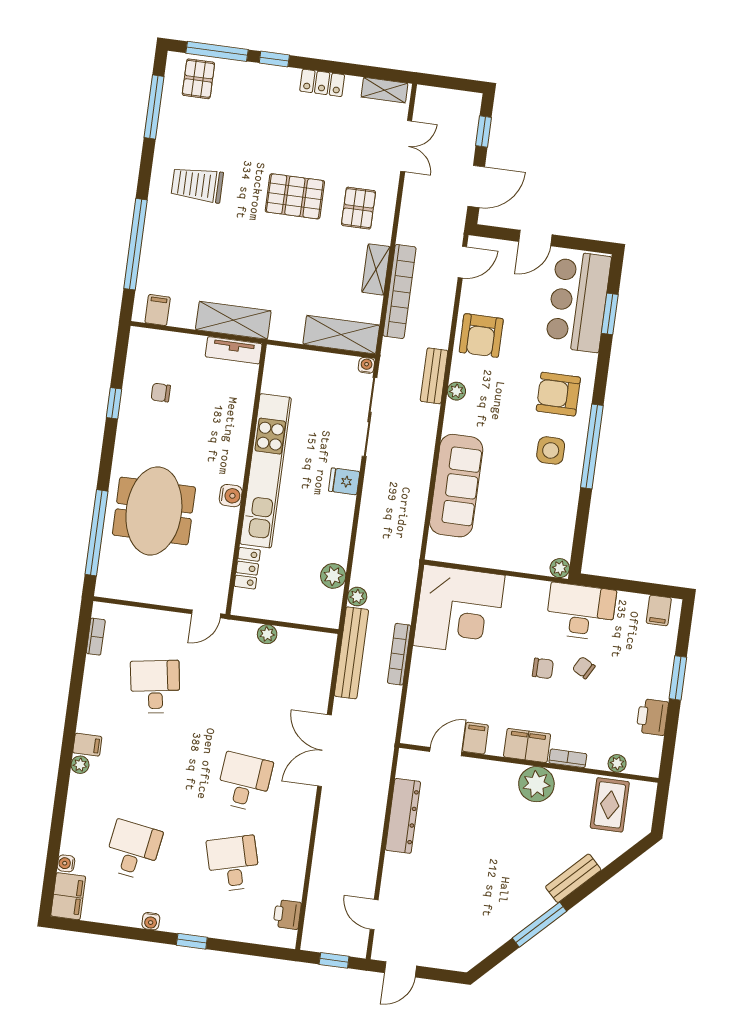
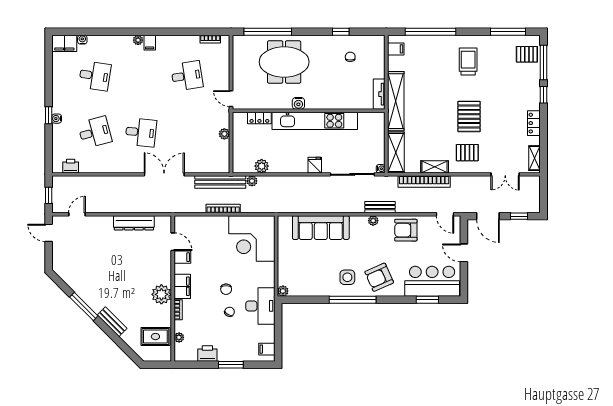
shelving: (233, 320) -> (396, 101), width x1.47
armchair: (558, 394) -> (379, 277), turned -114
water cooler: (151, 921) -> (57, 119), moved

